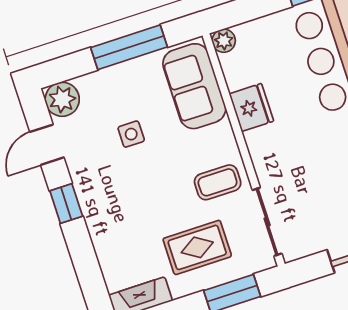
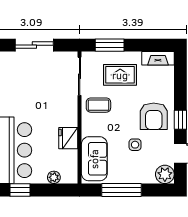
plant: (224, 41) -> (54, 177), moved
armchair: (115, 194) -> (154, 116), added

